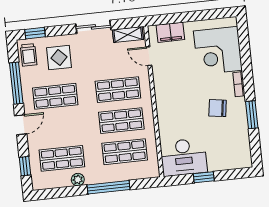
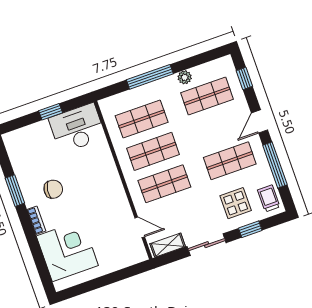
filing cabinet: (170, 32) -> (123, 258), removed
window: (35, 33) -> (250, 229), moved

